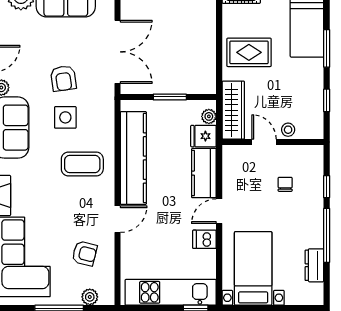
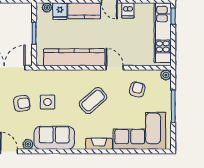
coffee table: (82, 164) -> (93, 101), moved, turned 49
plant: (90, 297) -> (166, 75), moved

